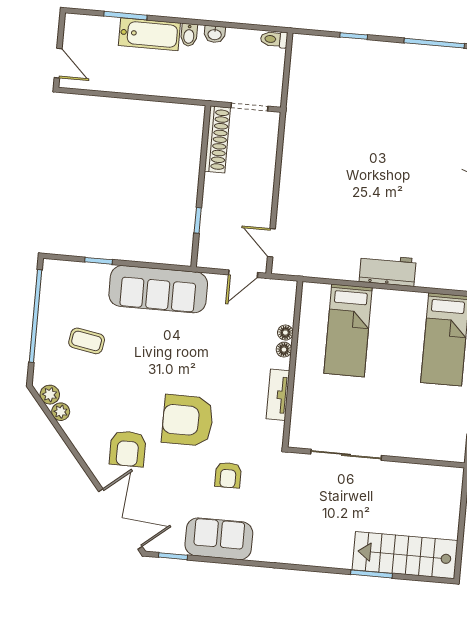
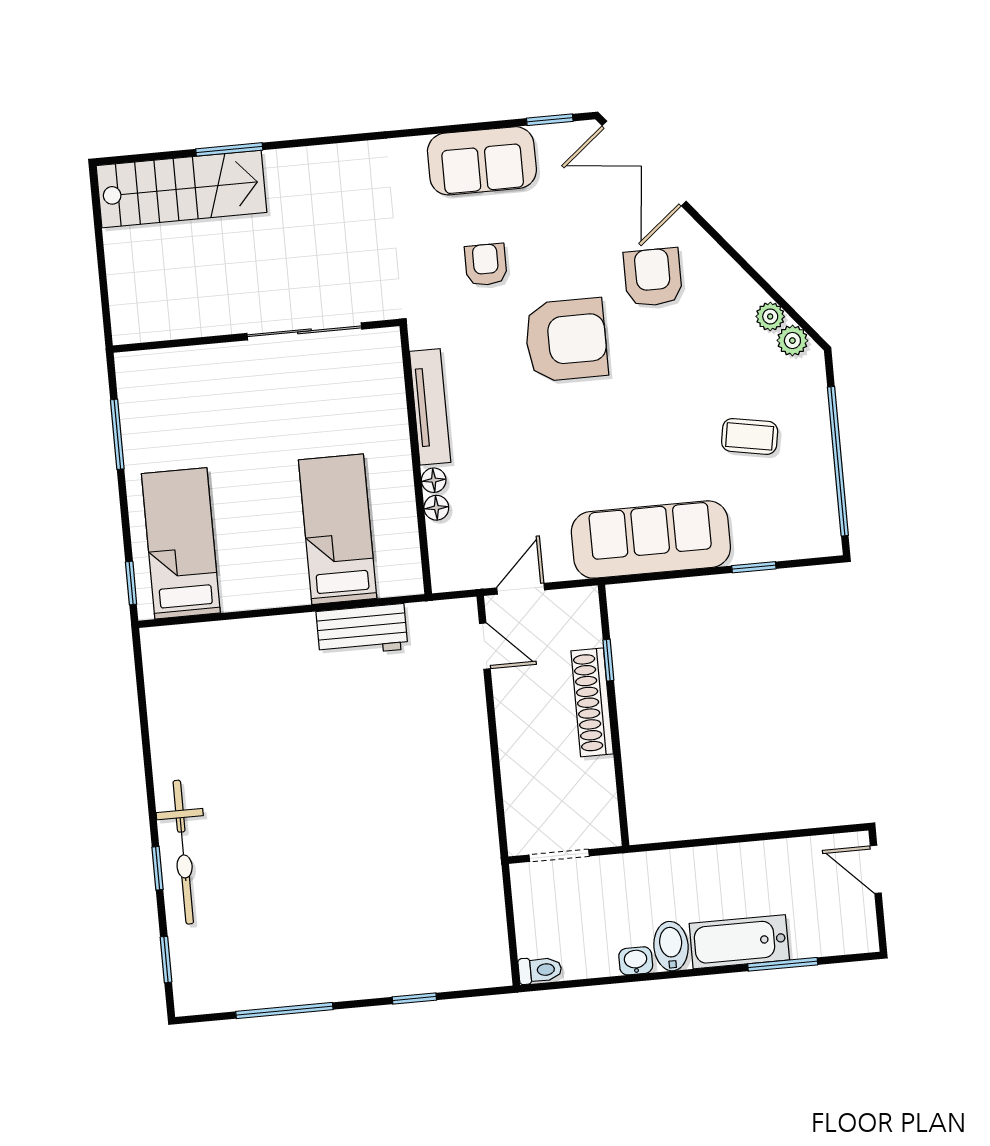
bidet: (189, 35) -> (671, 946), width x1.38, depth x1.36
shoe rack: (217, 139) -> (592, 702), moved
workbench: (388, 270) -> (362, 630), moved
tv unit: (278, 395) -> (430, 407), width x1.41

